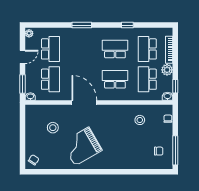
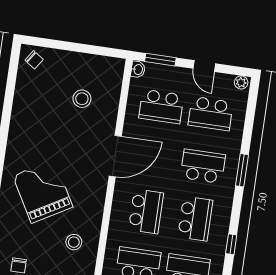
school desk: (83, 49) -> (203, 166), added
grand piano: (82, 146) -> (43, 191), moved

